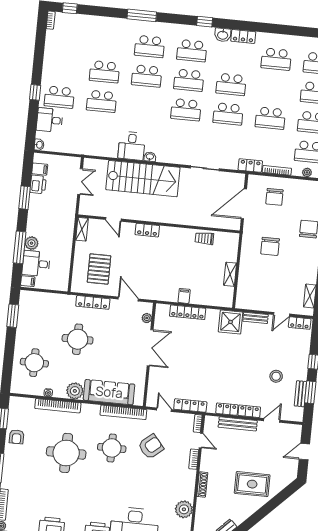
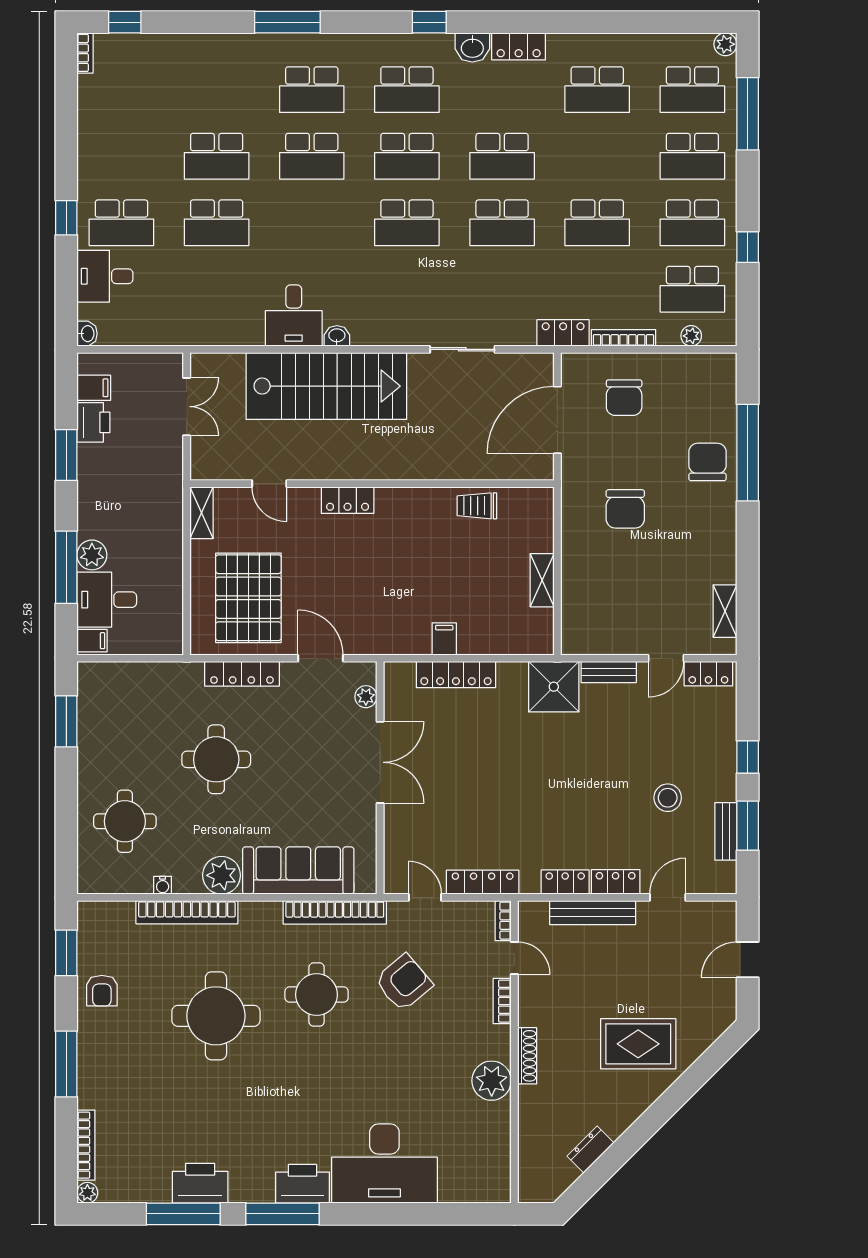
pallet: (99, 269) -> (248, 598), width x1.37, depth x1.41
plant: (184, 509) -> (492, 1081), moved

